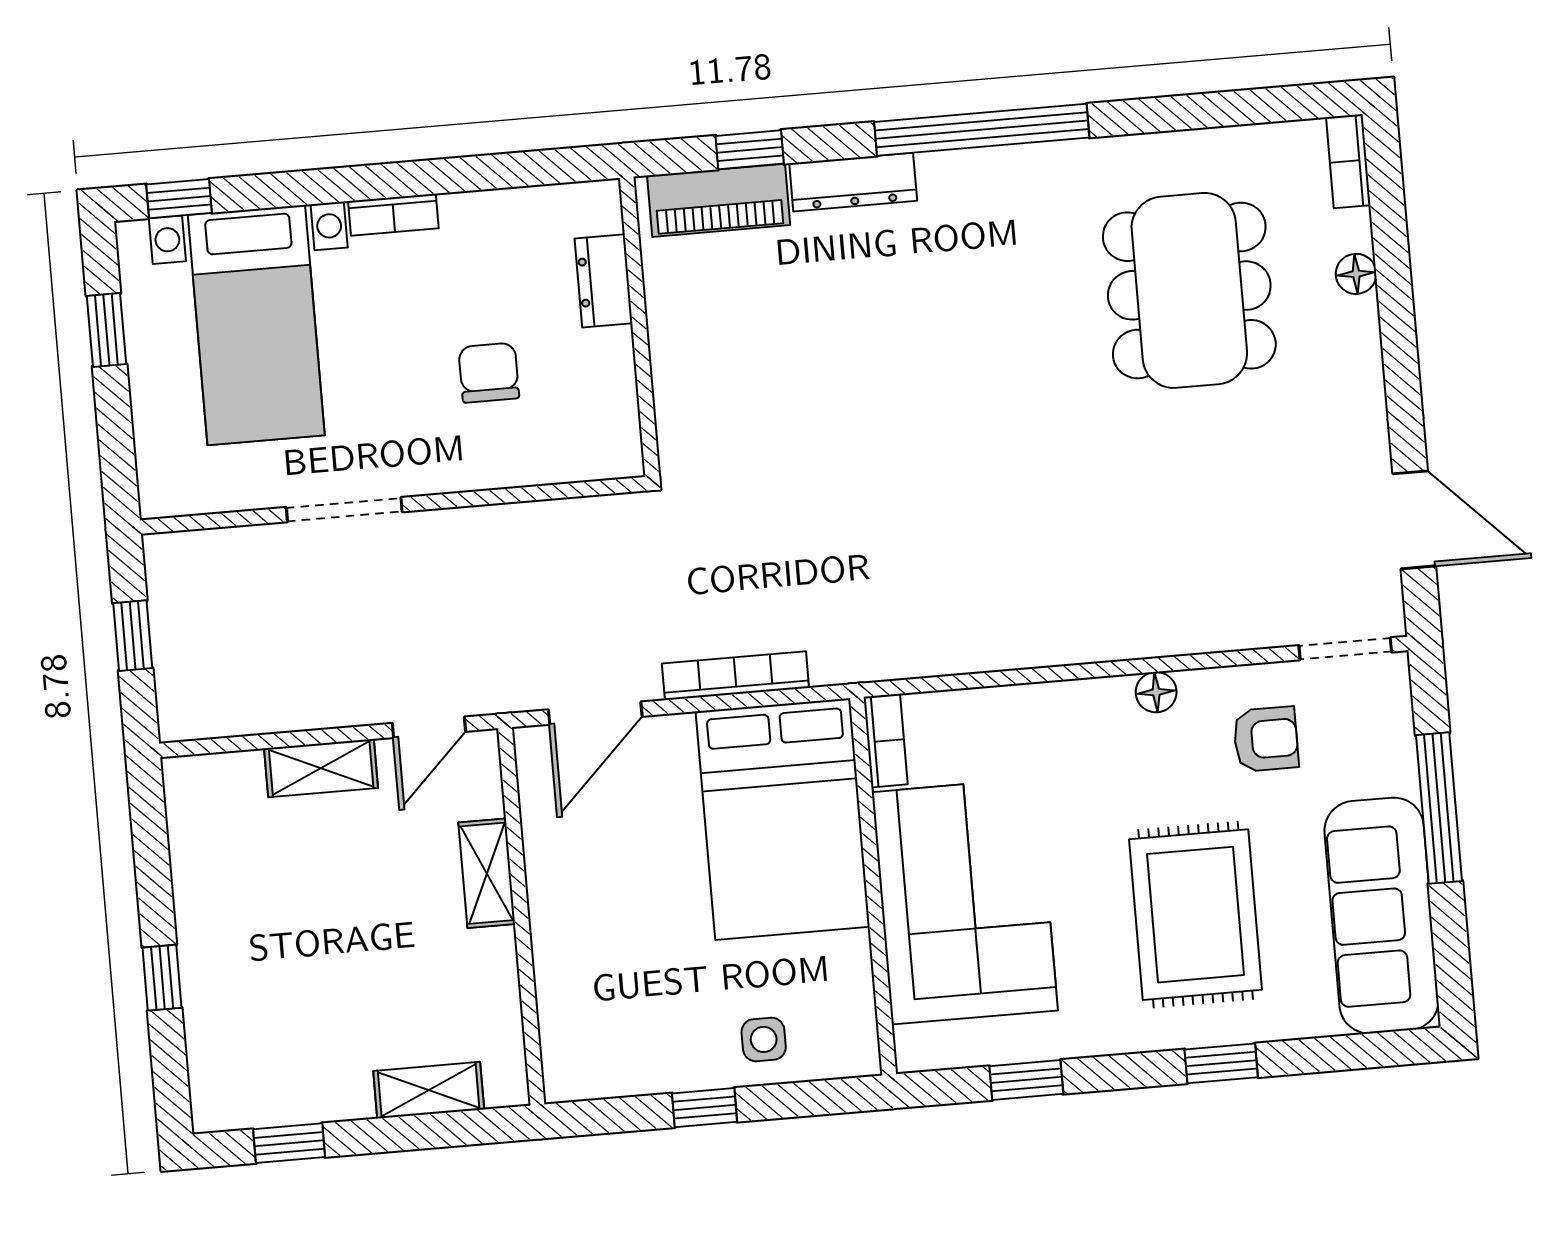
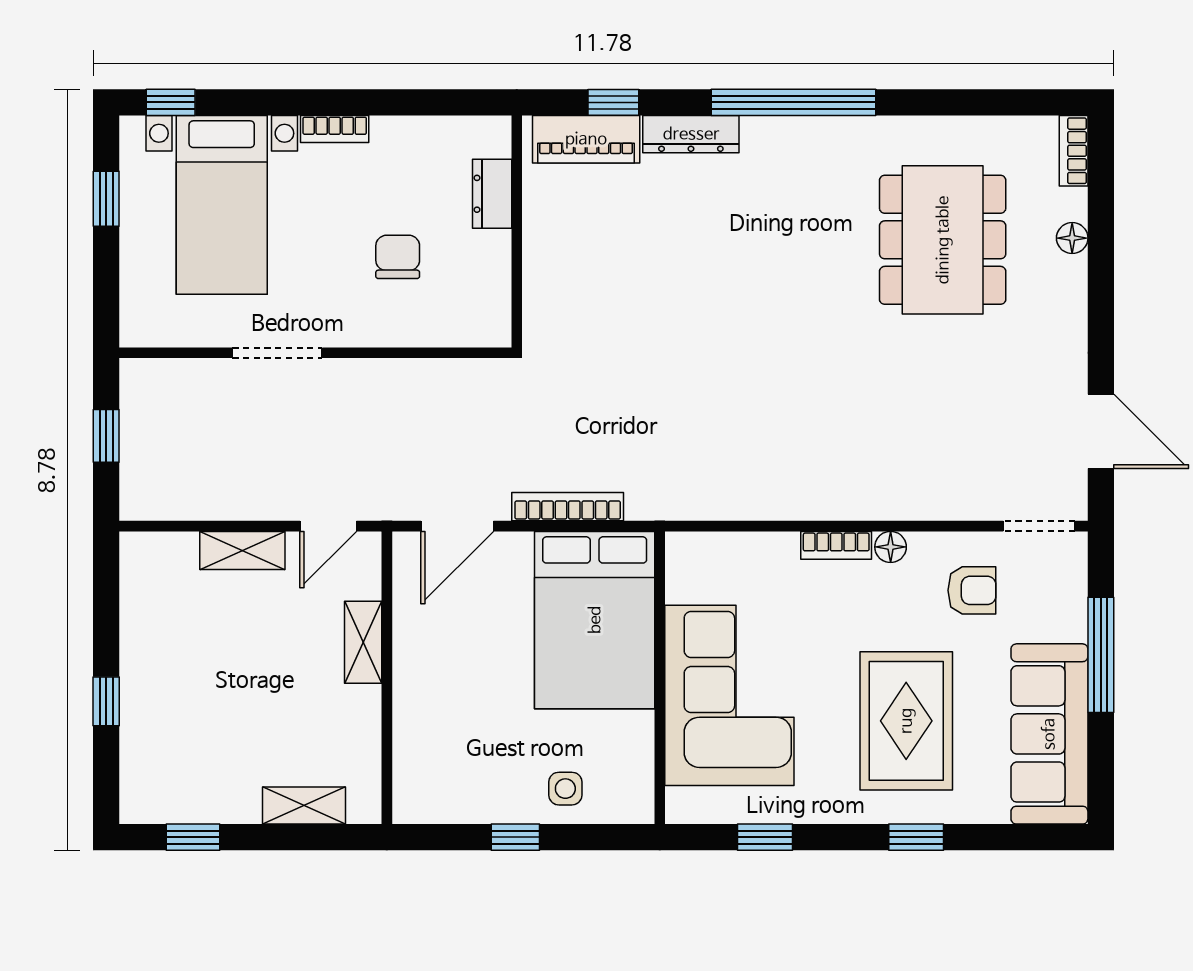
bookcase: (886, 741) -> (836, 545), moved, turned 90

